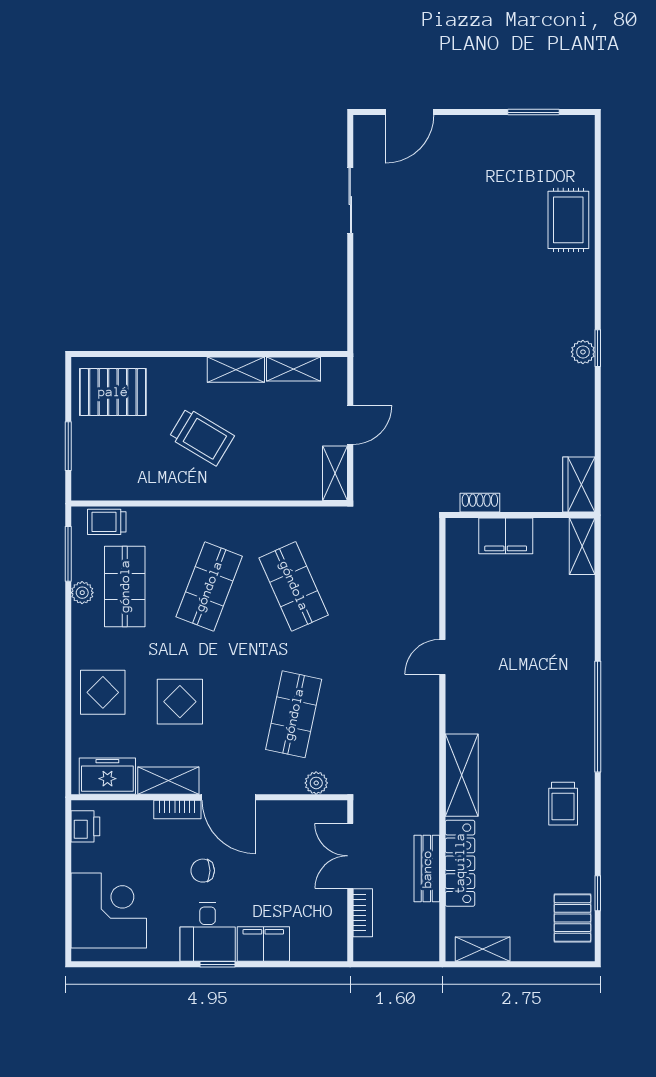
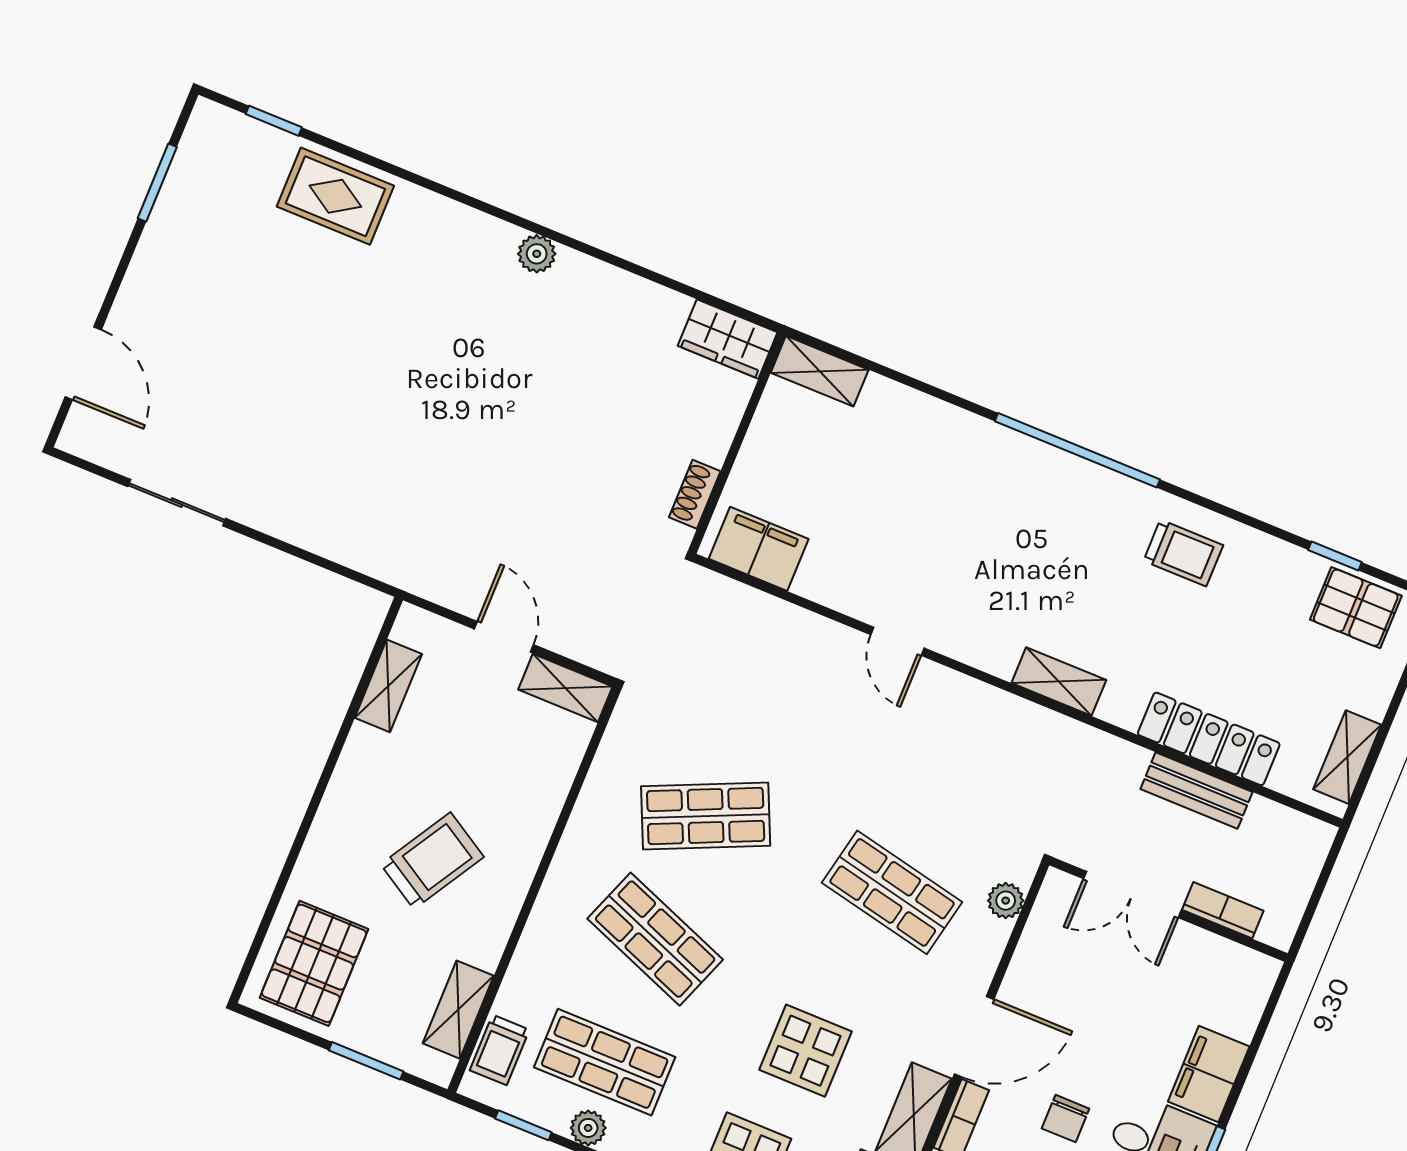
window: (598, 348) -> (274, 121), moved
shelving: (236, 370) -> (458, 1010), moved
filing cabinet: (506, 536) -> (759, 549), moved, turned -90
window: (68, 554) -> (523, 1125), width x0.67
shelving: (462, 775) -> (1059, 681), width x0.67, depth x0.75

